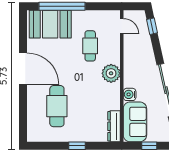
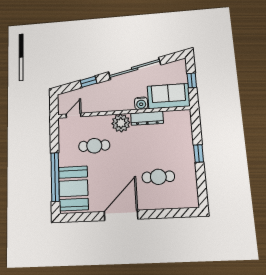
window: (152, 26) -> (89, 82), moved
cafe table: (57, 106) -> (158, 177), width x0.73, depth x0.74
dresser: (114, 126) -> (147, 118), moved

